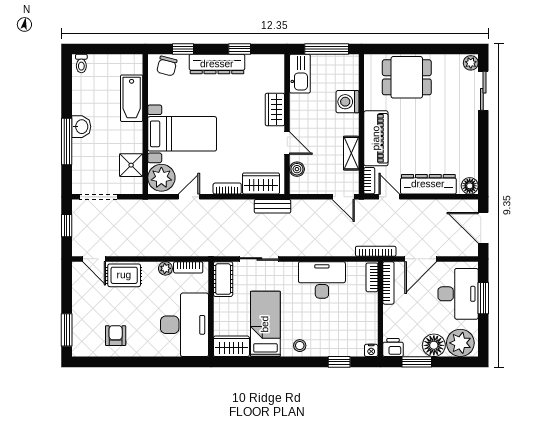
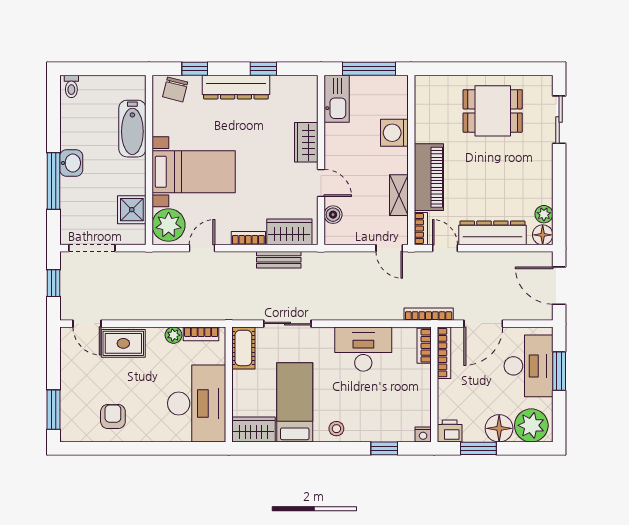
plant: (471, 63) -> (544, 214), moved
dining table: (407, 77) -> (493, 111), moved
bench: (273, 206) -> (279, 260), moved

